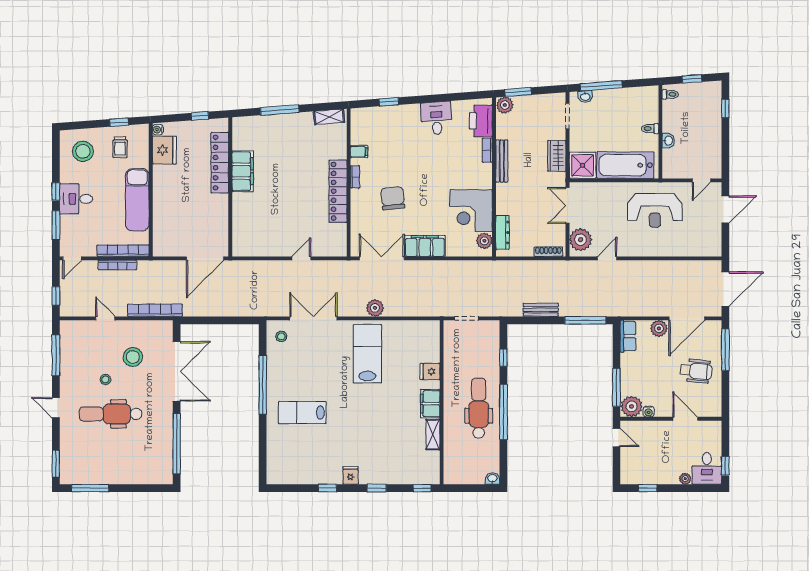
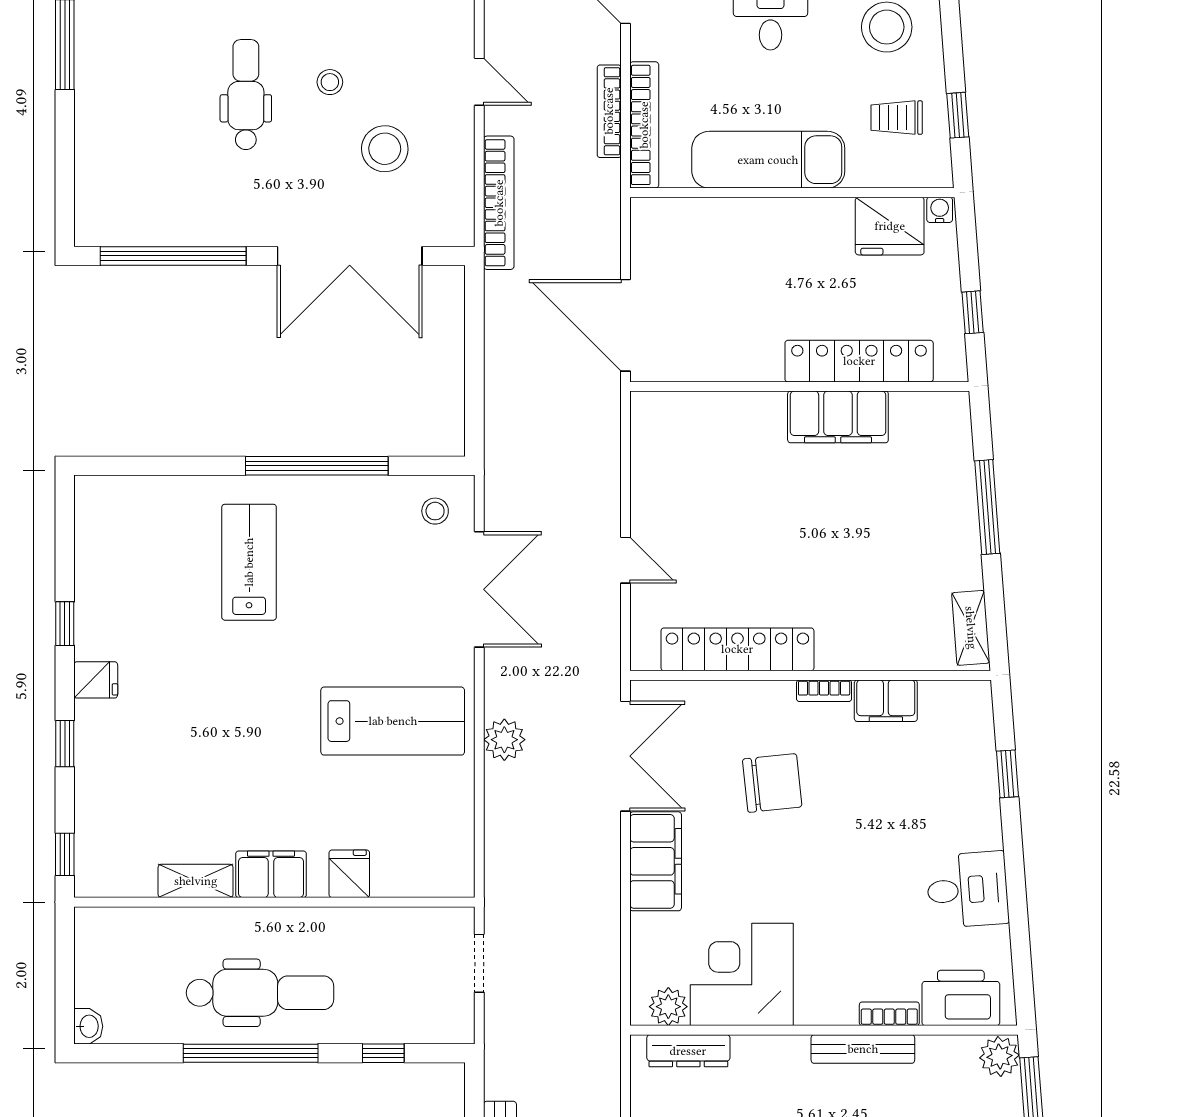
filing cabinet: (359, 152) -> (886, 701), width x2.00
locker: (338, 191) -> (737, 649), moved
door: (105, 318) -> (479, 82), hinge flipped
dental chair: (111, 414) -> (246, 95), width x0.73, depth x0.72

